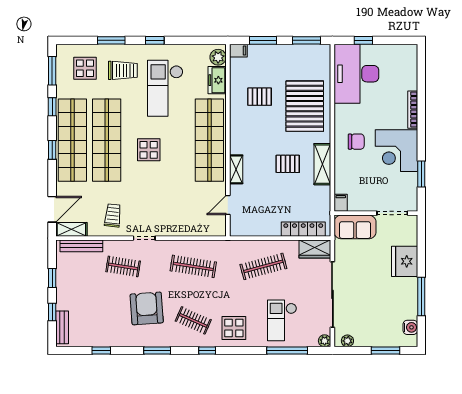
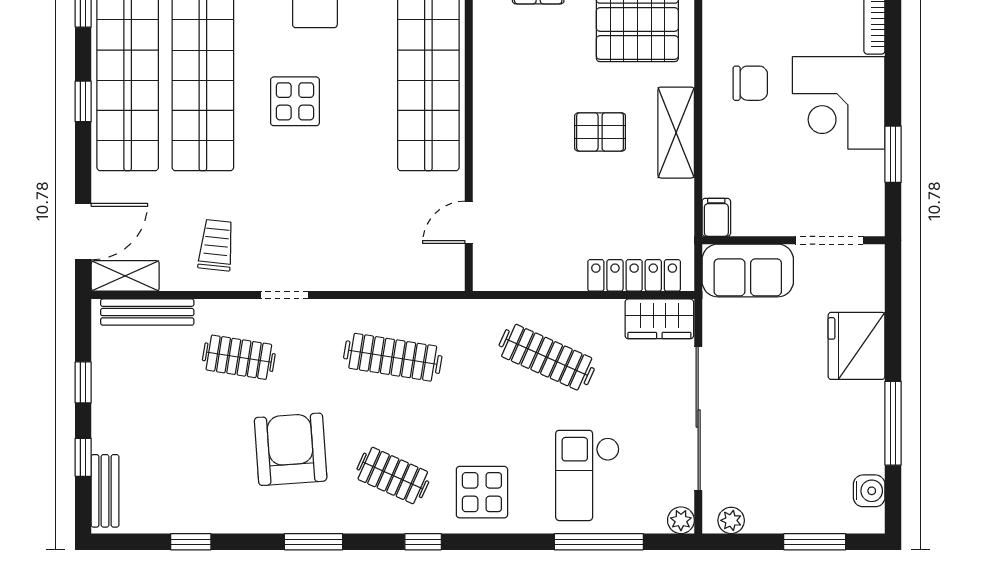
shelving: (236, 169) -> (487, 144), removed
clothes rail: (263, 266) -> (547, 357), turned 39

